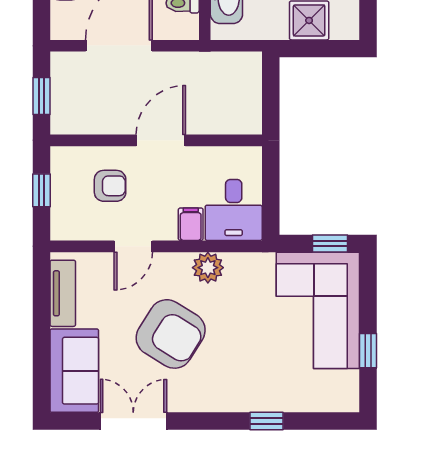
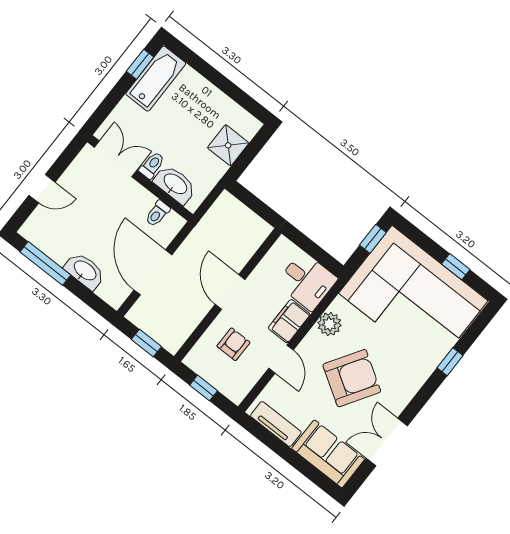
filing cabinet: (191, 224) -> (289, 321), width x2.00
corner sofa: (318, 310) -> (413, 297), width x1.36, depth x1.36

